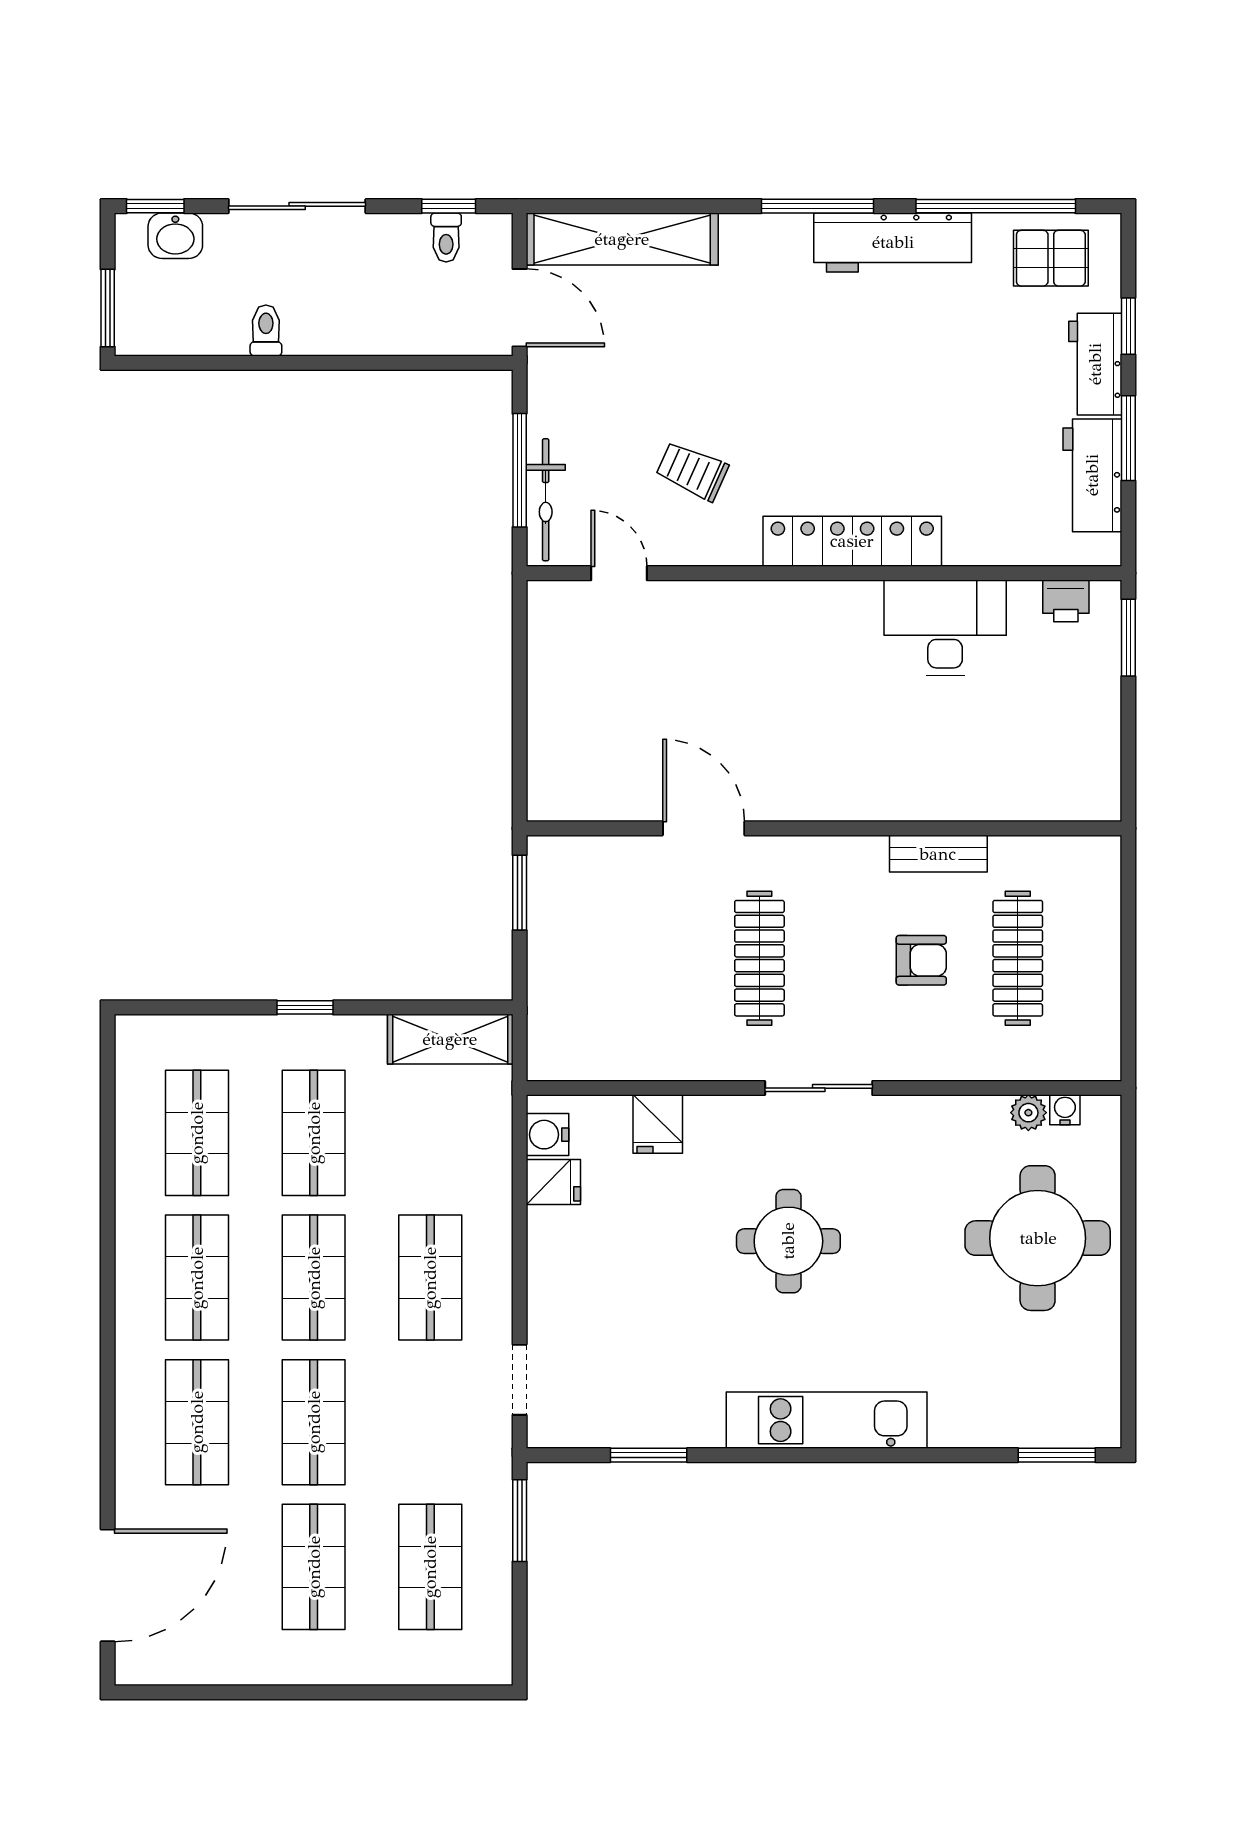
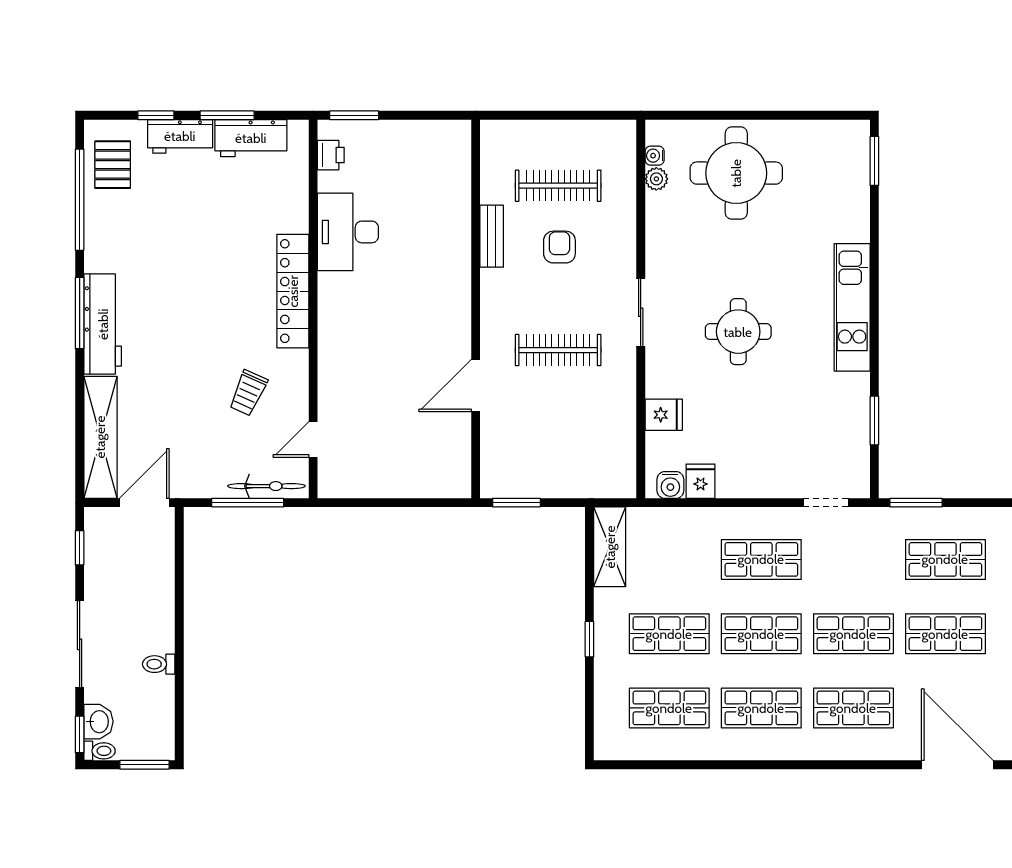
toilet: (446, 237) -> (100, 751), moved
workbench: (893, 242) -> (103, 324), moved

